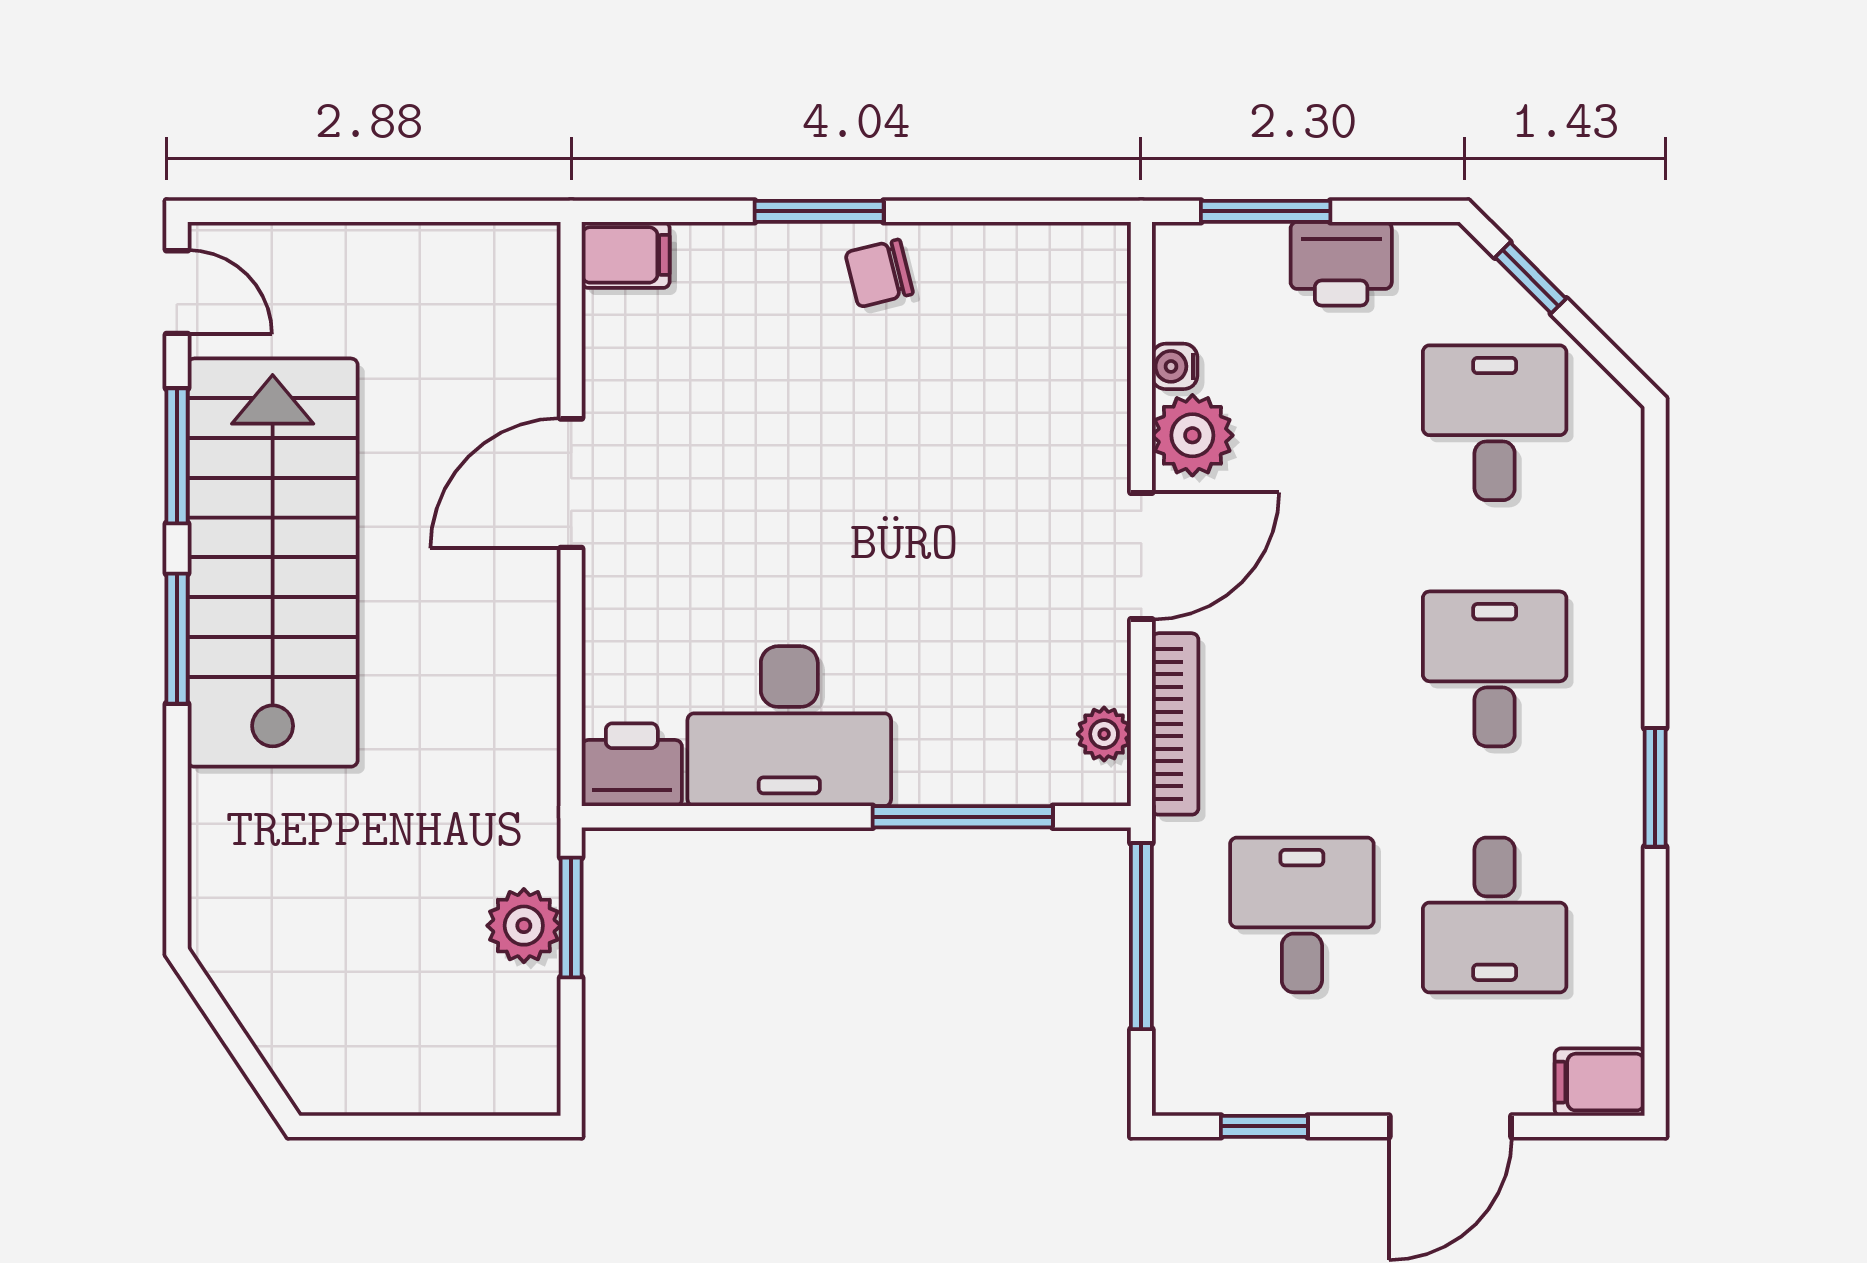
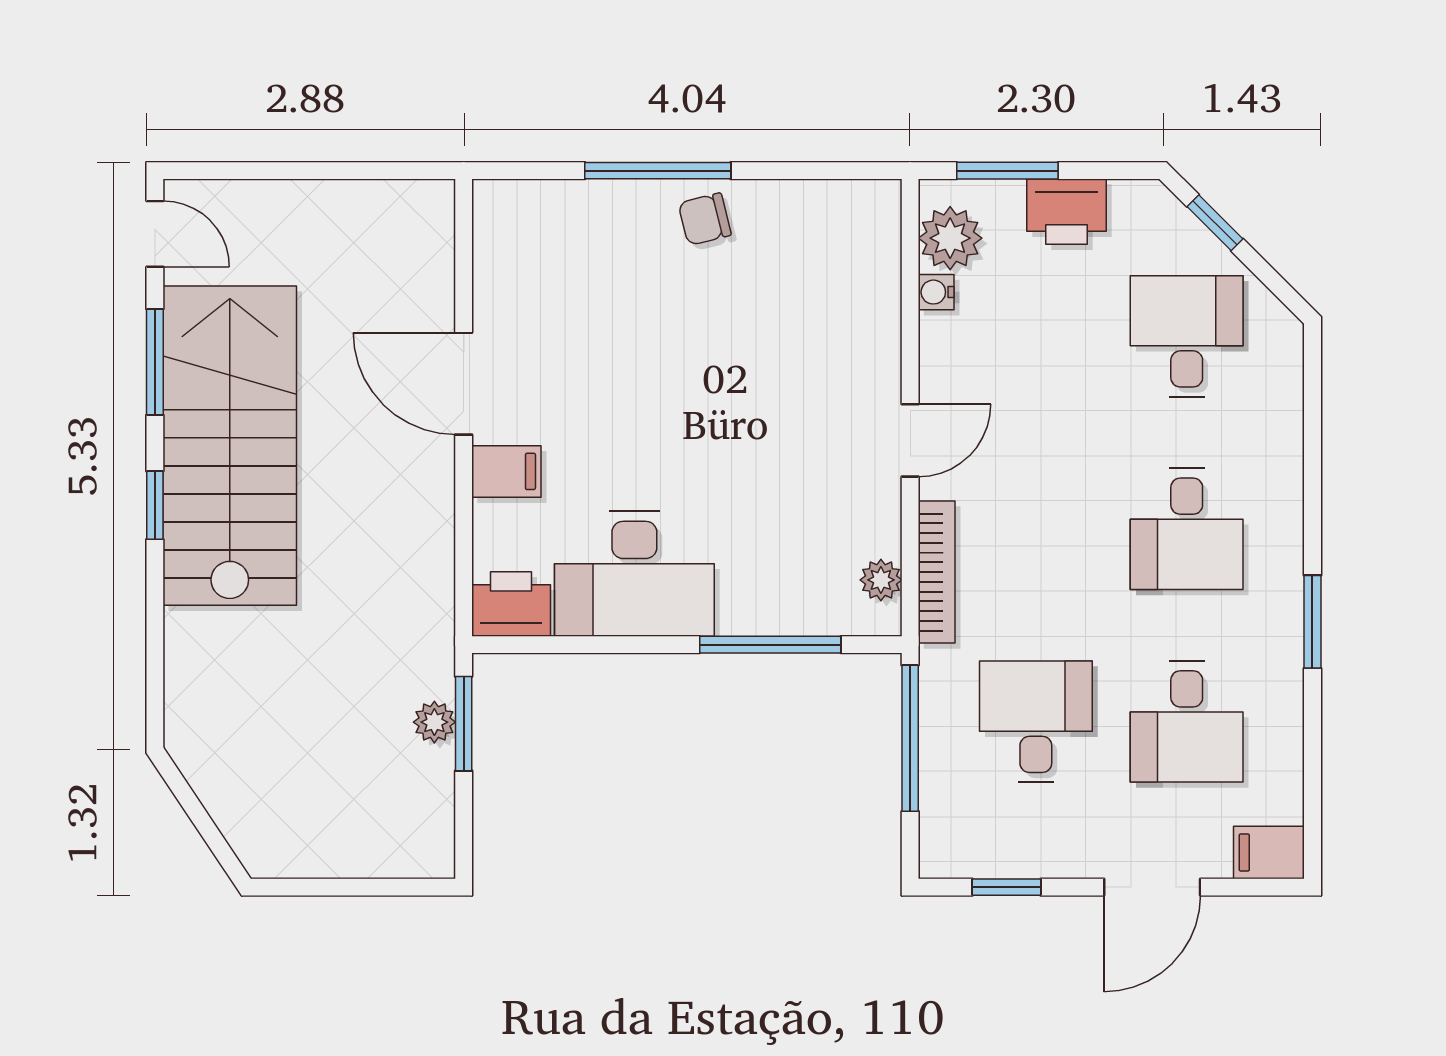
window: (819, 211) -> (658, 171), width x1.44
filing cabinet: (626, 255) -> (506, 471), moved
plant: (1192, 435) -> (950, 238), moved
door: (571, 483) -> (464, 384), hinge flipped
door: (1141, 556) -> (910, 440), width x0.73
window: (177, 639) -> (155, 505), width x0.67
desk: (1495, 669) -> (1187, 529), turned 180
plant: (524, 926) -> (434, 722), width x0.73, depth x0.73

